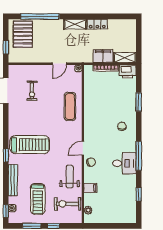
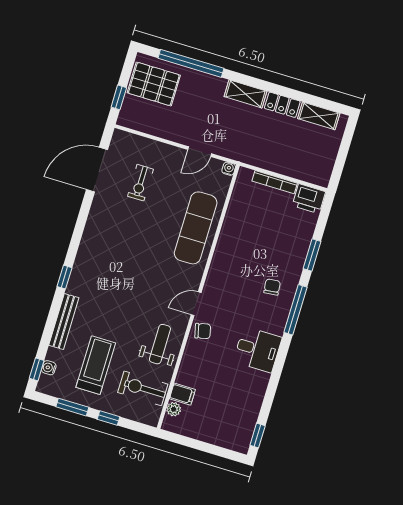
pallet: (23, 34) -> (154, 84), turned 90
filing cabinet: (103, 56) -> (276, 161), removed
shelving: (125, 58) -> (319, 116), moved
exercise mat: (70, 106) -> (196, 228), width x1.36, depth x1.45
treadmill: (30, 145) -> (110, 271), removed
window: (139, 156) -> (295, 310), moved
filing cabinet: (90, 188) -> (182, 394), moved
window: (139, 194) -> (258, 436), moved
treadmill: (38, 199) -> (96, 365), turned 180

